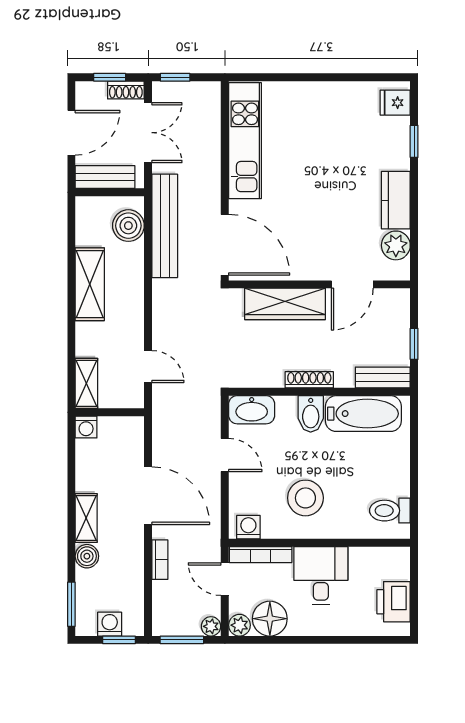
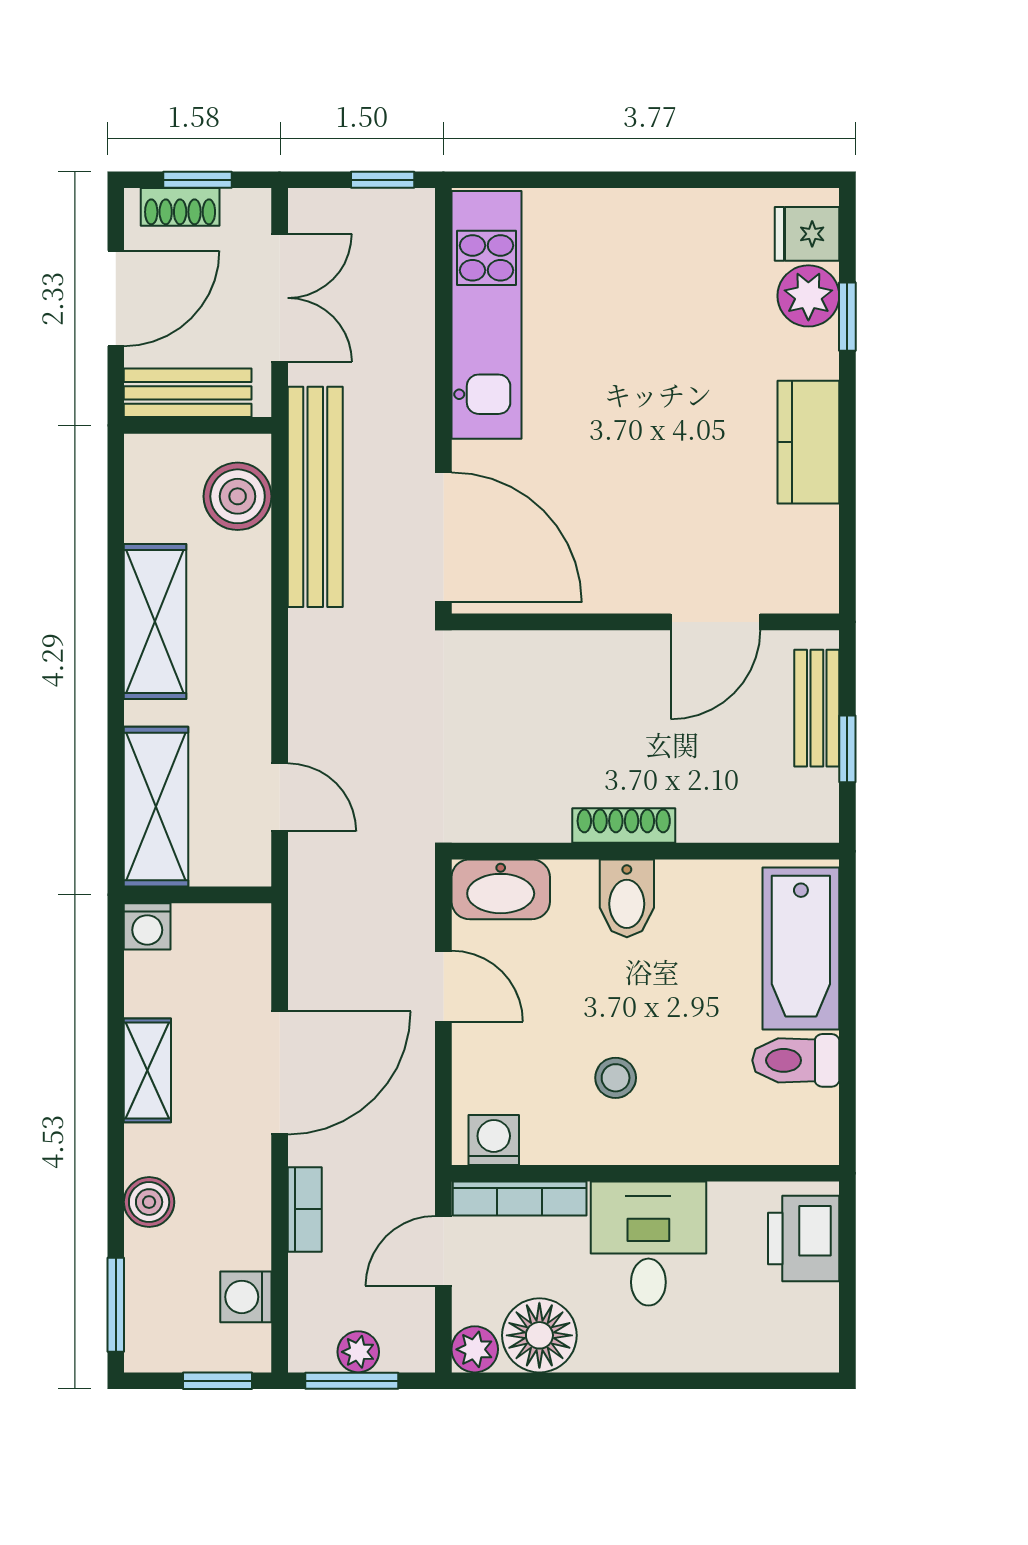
window: (175, 77) -> (383, 180), moved
shoe rack: (126, 90) -> (180, 207), moved
plant: (396, 245) -> (808, 296), moved
wardrobe: (285, 304) -> (572, 663), removed
bench: (383, 378) -> (817, 708), moved, turned 90
shelving: (86, 383) -> (156, 807), width x1.50, depth x1.33
bathtub: (363, 414) -> (801, 949), moved, turned 90
door: (148, 496) -> (280, 1073), hinge flipped
stool: (305, 498) -> (616, 1078), width x0.53, depth x0.53
toilet: (390, 511) -> (796, 1060), moved
shelving: (86, 518) -> (147, 1070), moved
door: (225, 579) -> (443, 1251), hinge flipped
printer: (394, 602) -> (804, 1239), moved
washing machine: (110, 624) -> (246, 1297), moved, turned -90
plant: (211, 626) -> (358, 1352), moved

